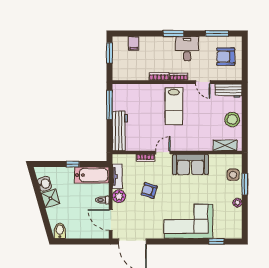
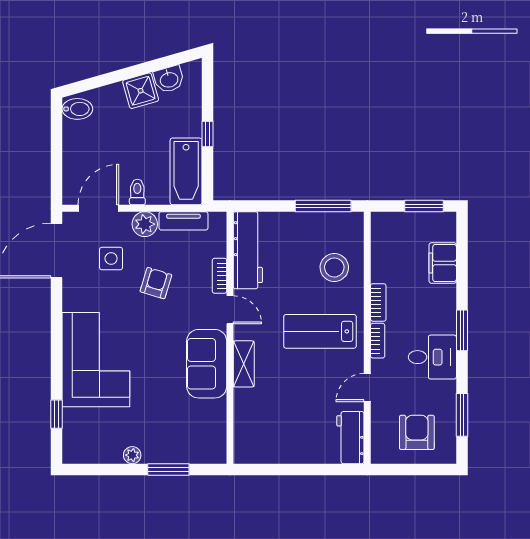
filing cabinet: (134, 43) -> (443, 263), width x2.00
stool: (232, 120) -> (334, 267), moved
workbench: (120, 131) -> (248, 250), moved, turned -90
shelving: (225, 145) -> (244, 364), moved
side table: (233, 175) -> (111, 259), moved

